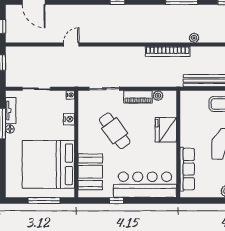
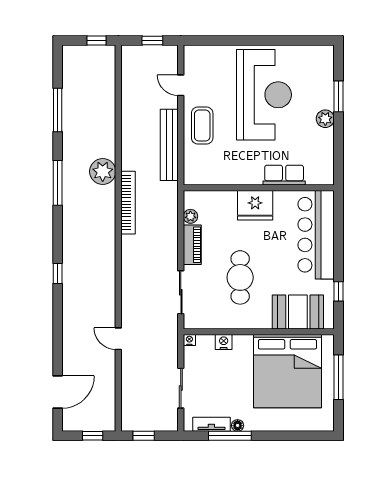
plant: (194, 38) -> (103, 172), width x1.88, depth x1.88
fridge: (166, 130) -> (255, 205), moved
cafe table: (115, 131) -> (240, 277), turned -54
row of seats: (187, 169) -> (284, 175), width x0.68
window: (116, 201) -> (339, 291), moved

